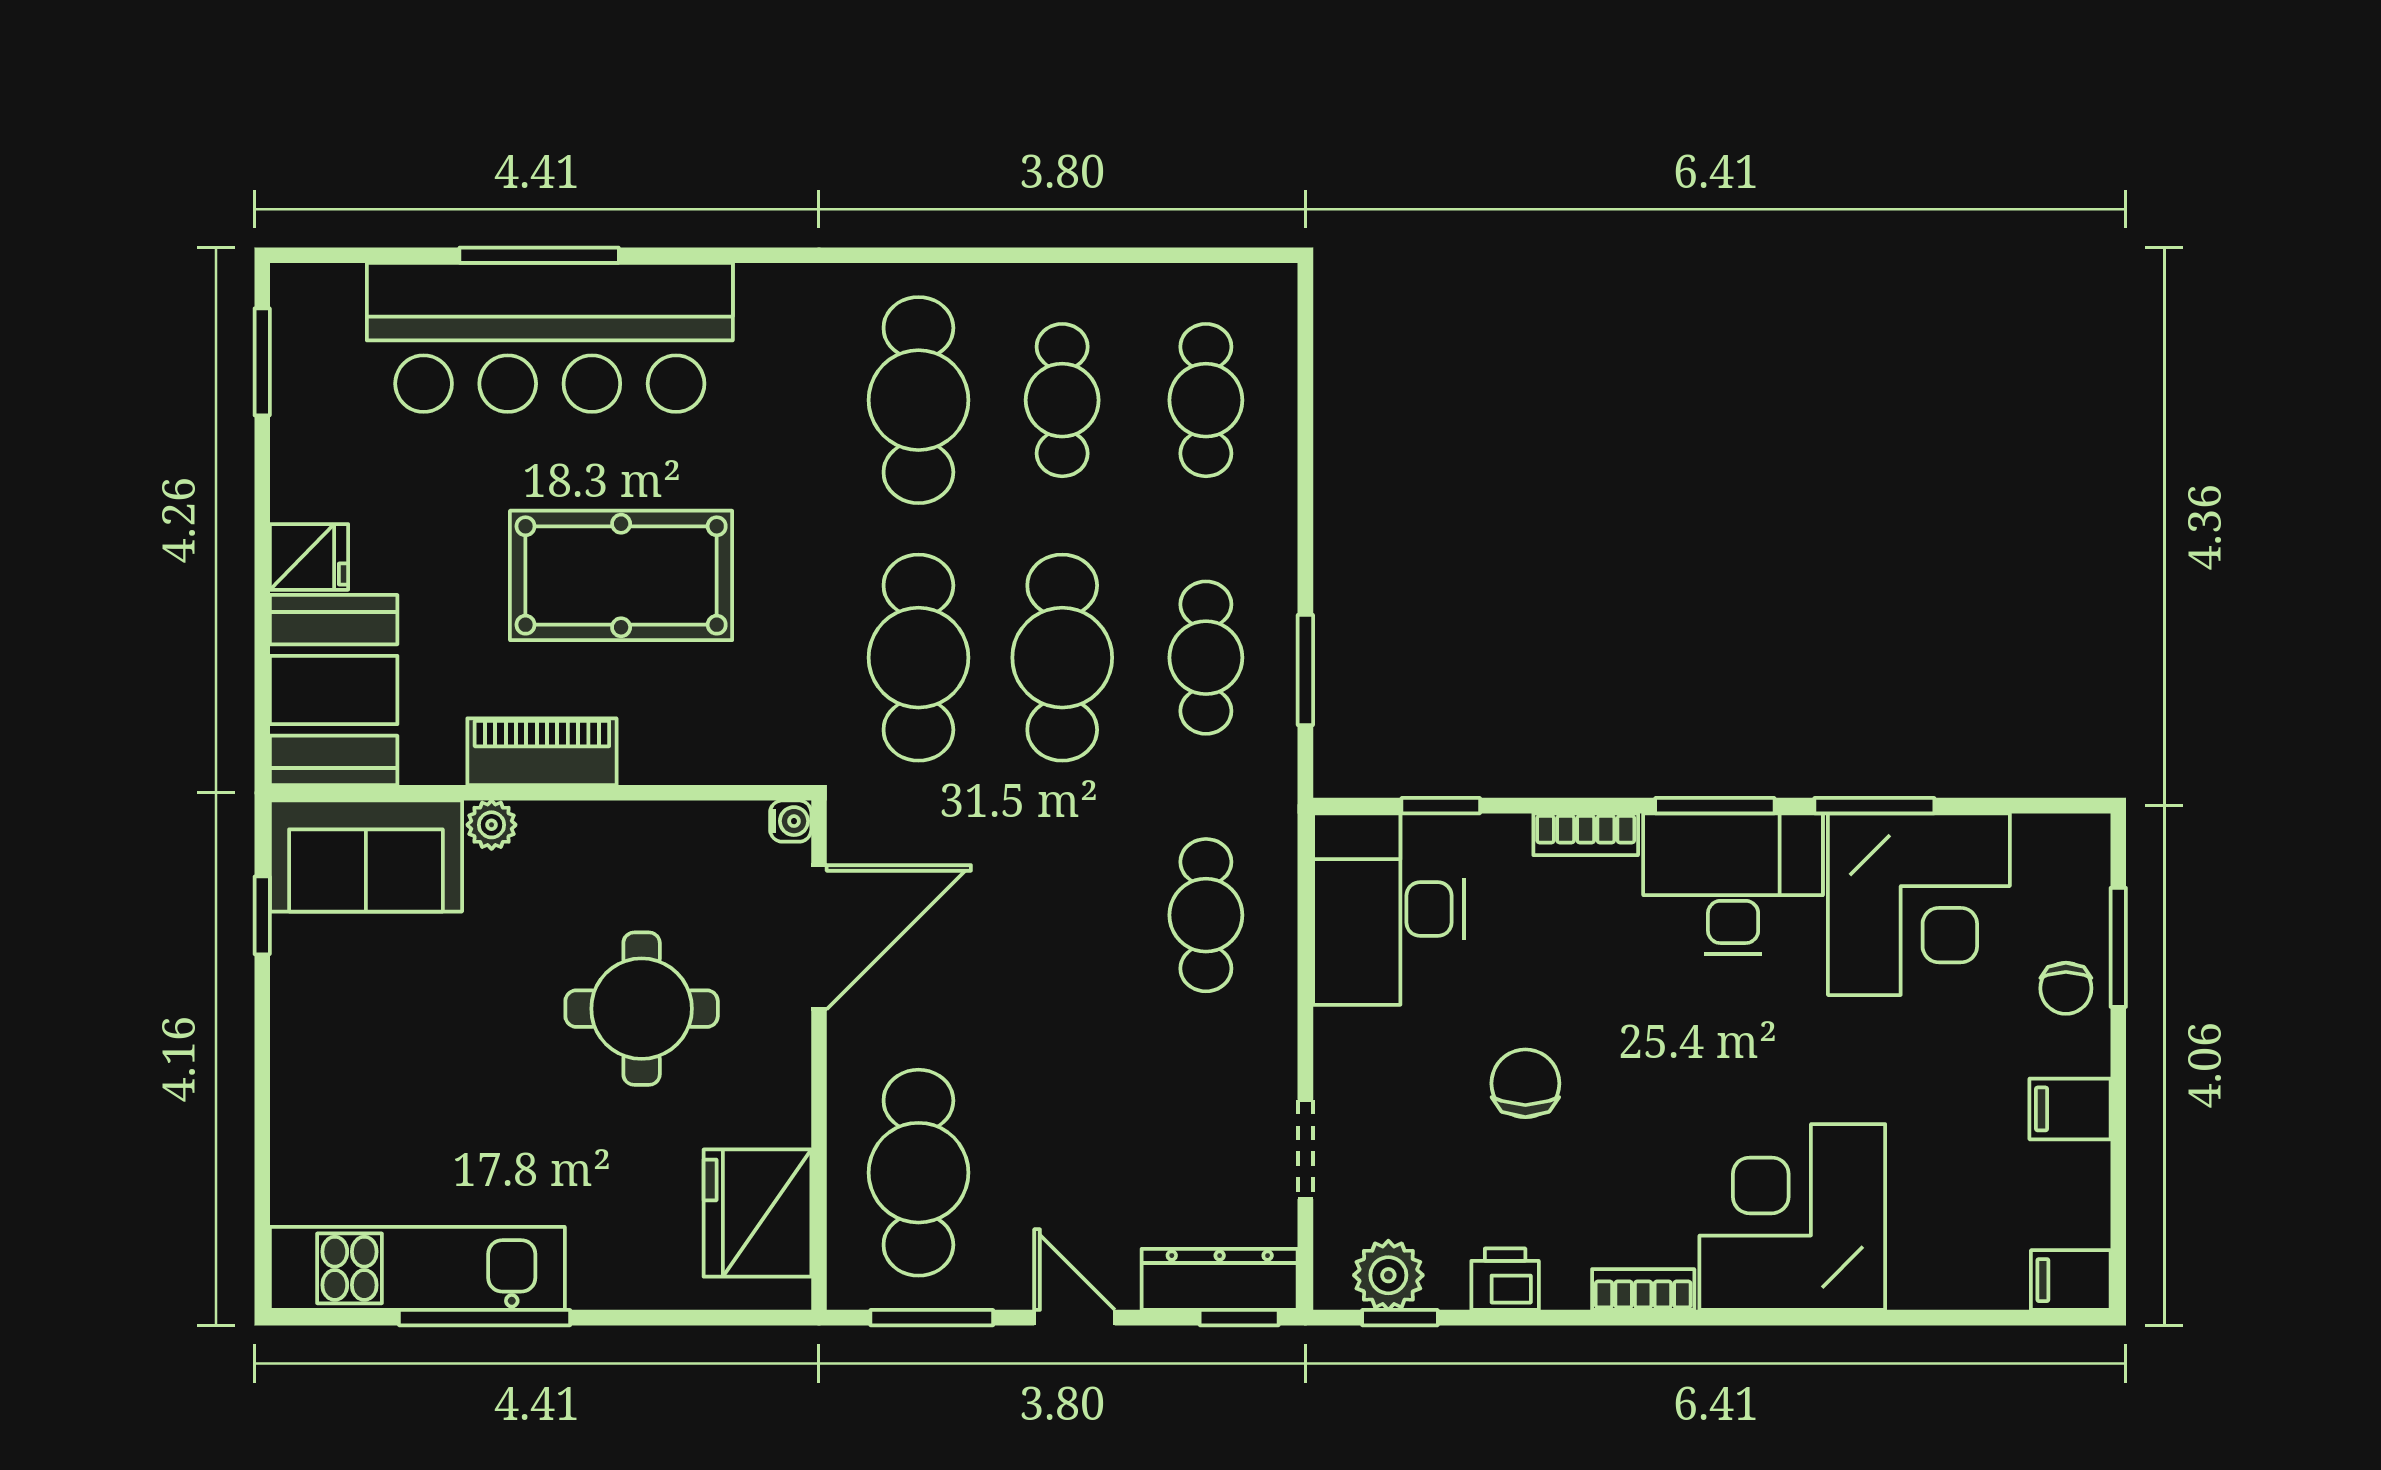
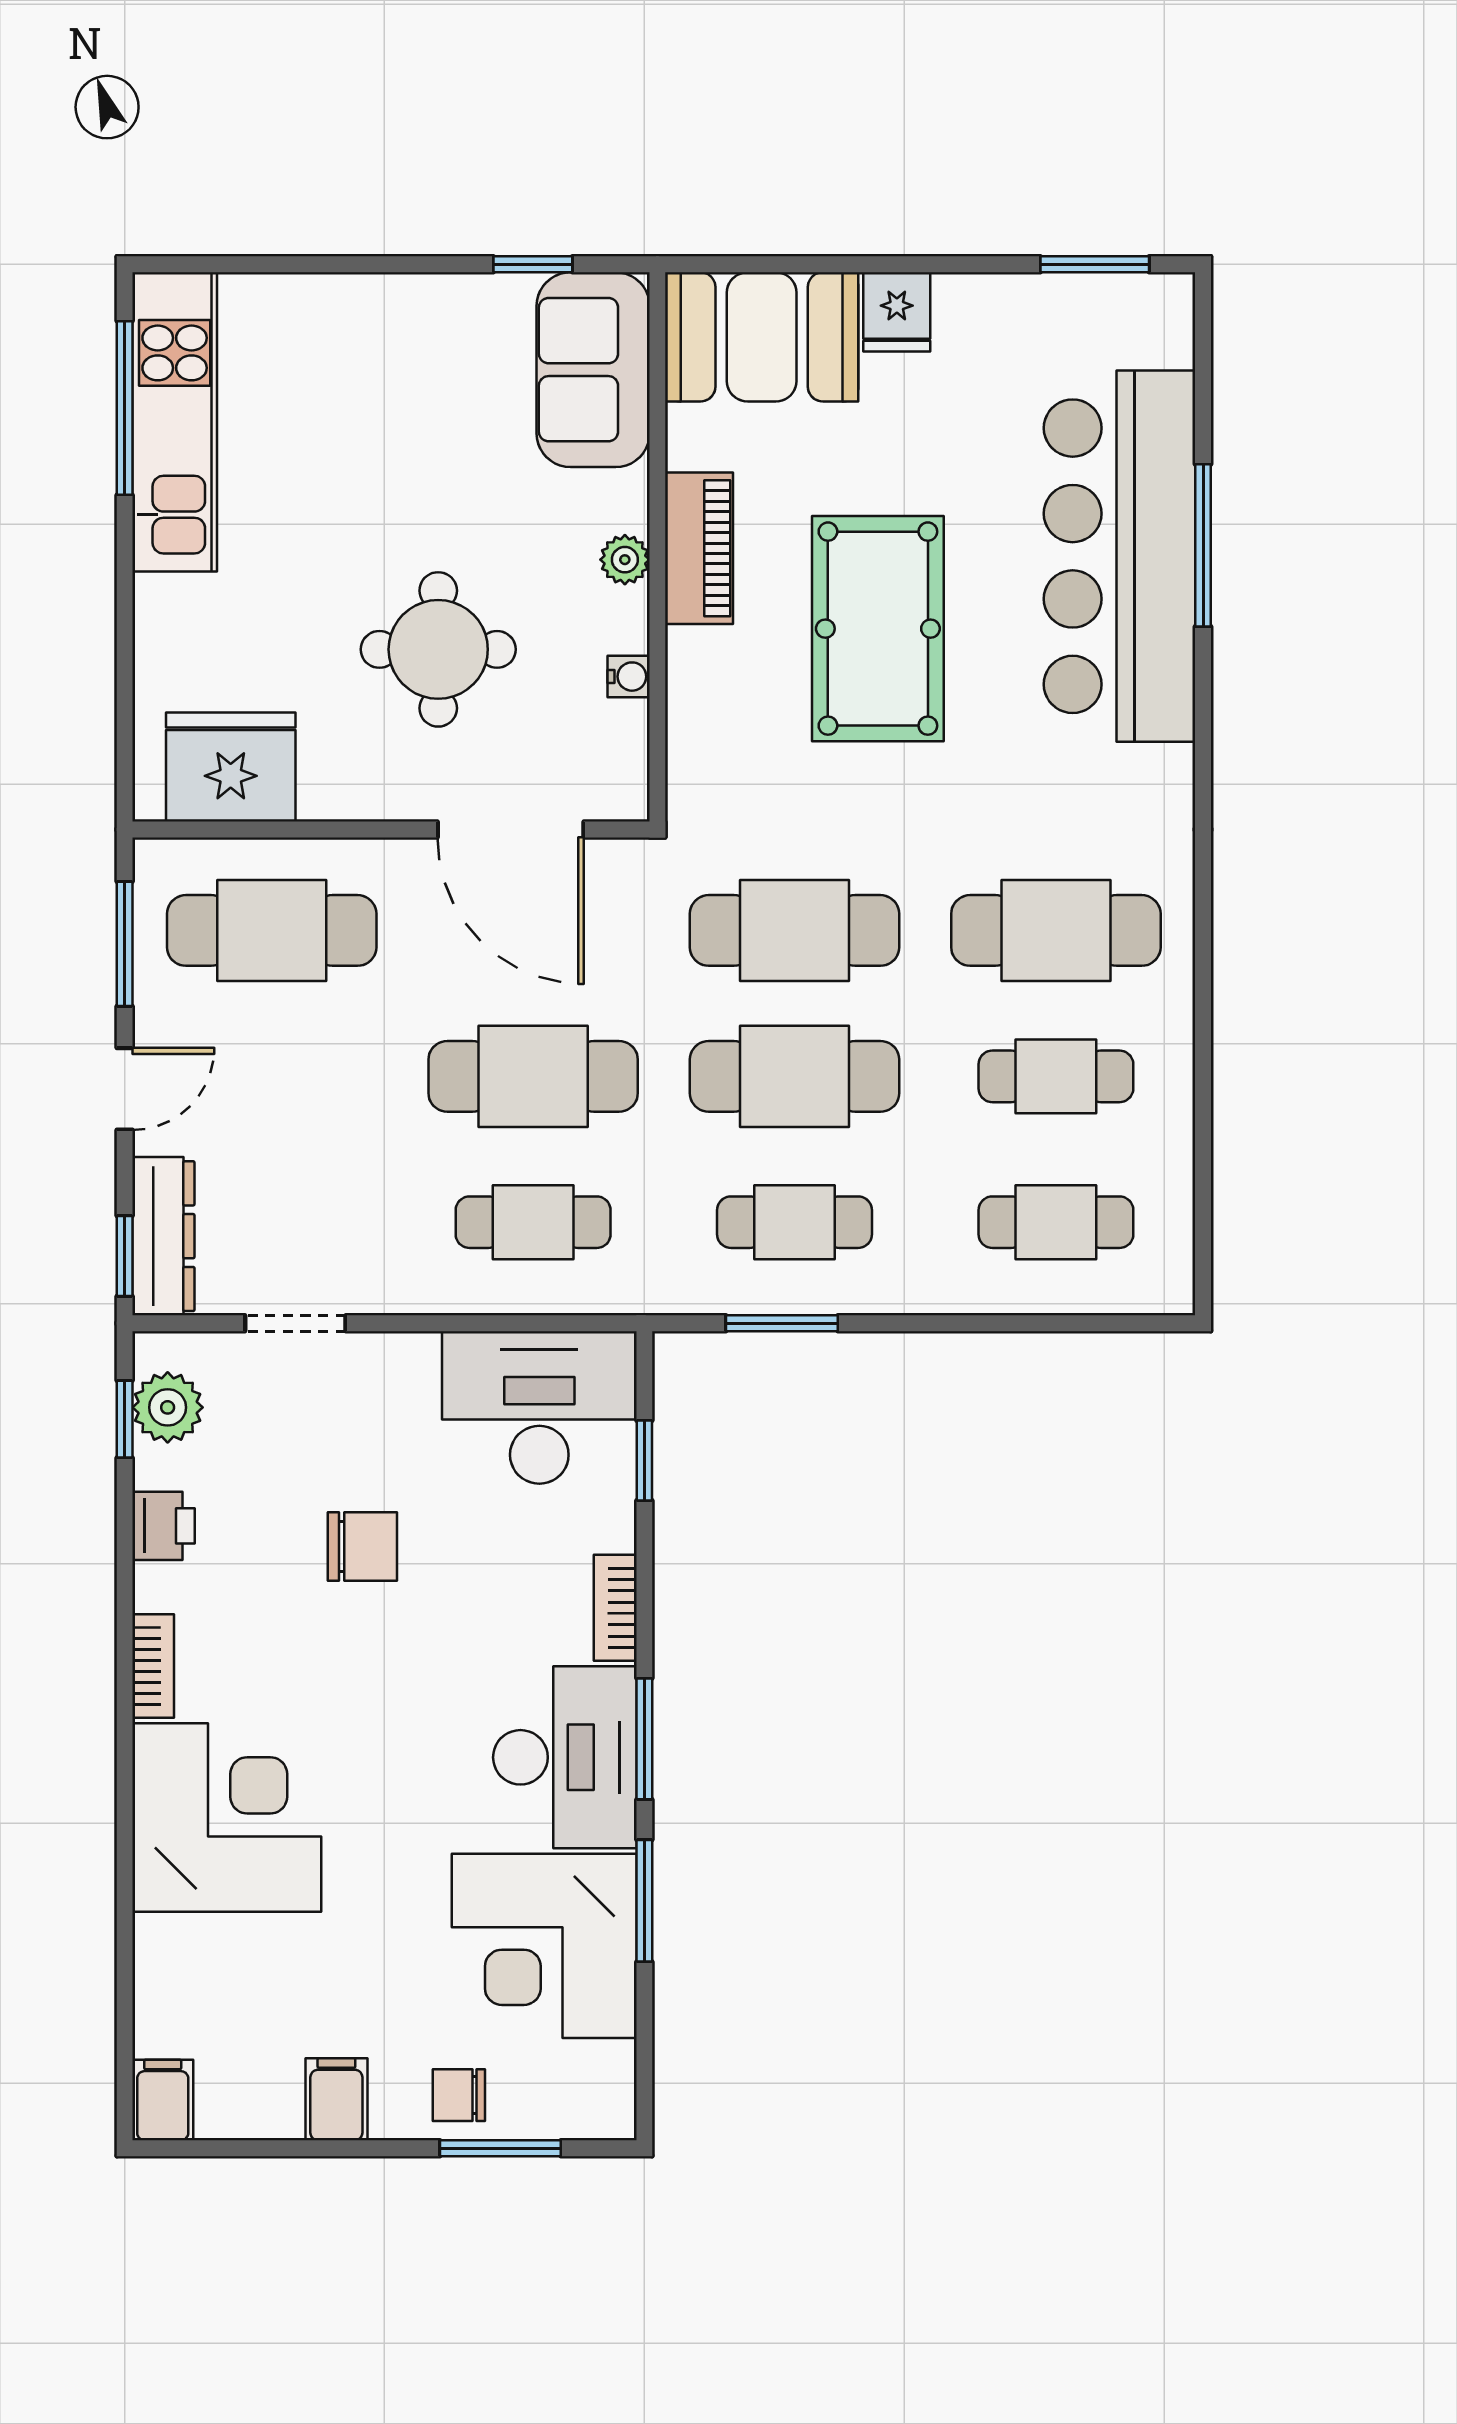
water cooler: (791, 821) -> (629, 677), moved, turned -90
plant: (492, 825) -> (625, 560), moved
cafe table: (1062, 915) -> (533, 1076), added
window: (485, 1318) -> (125, 408), moved

